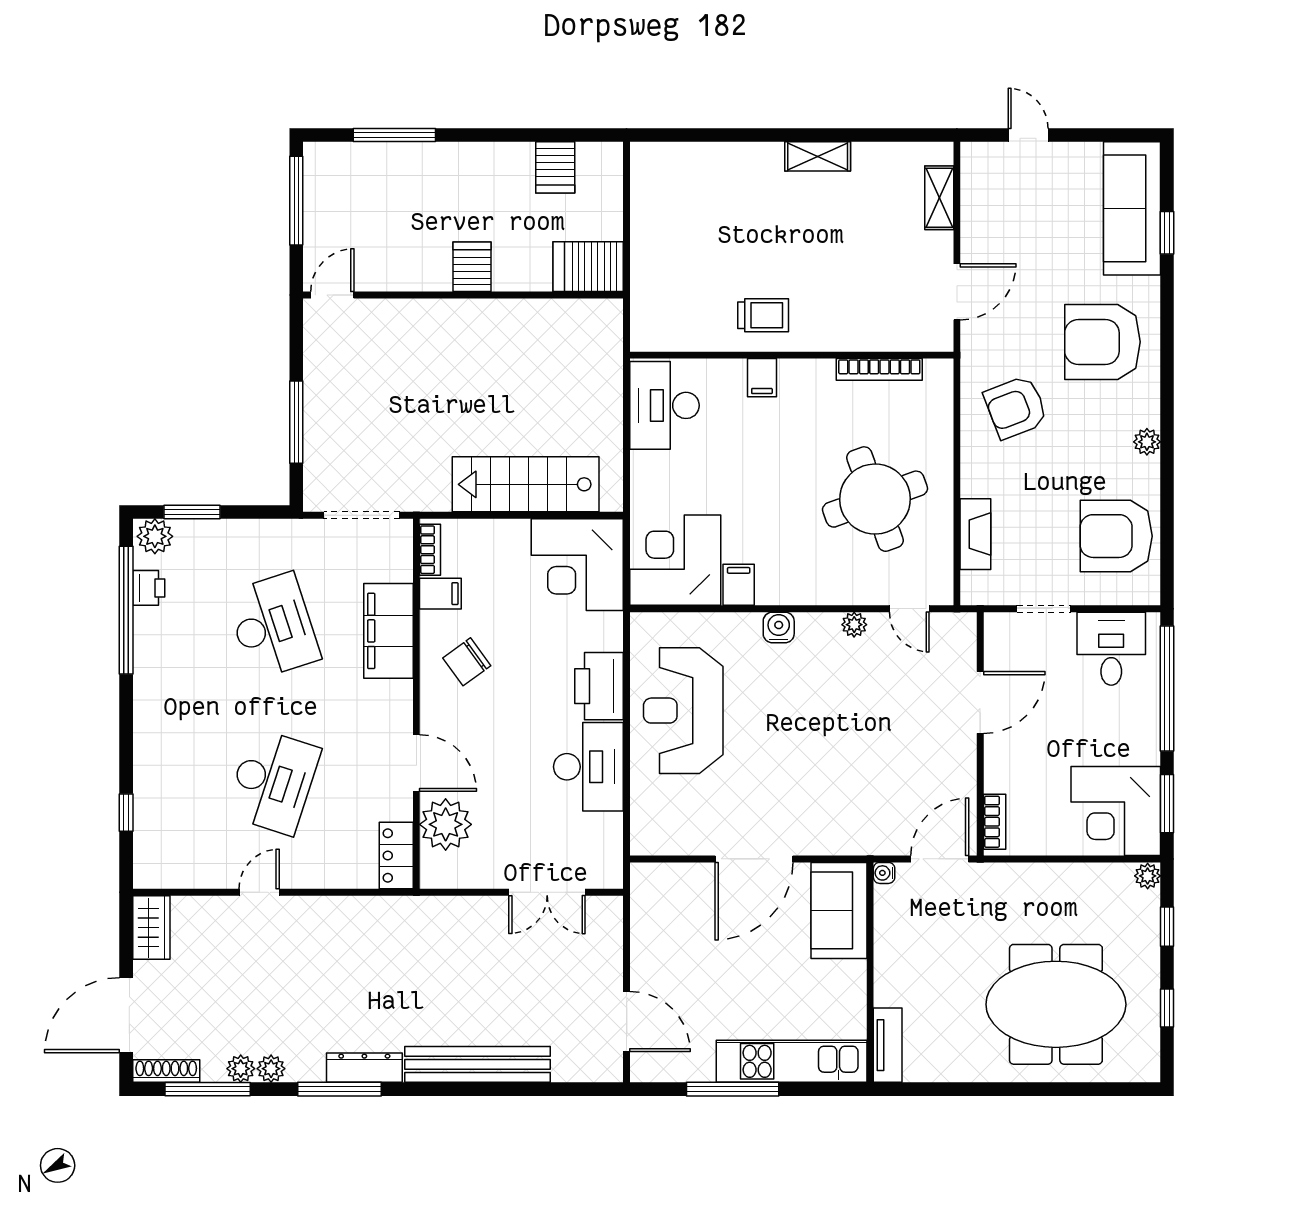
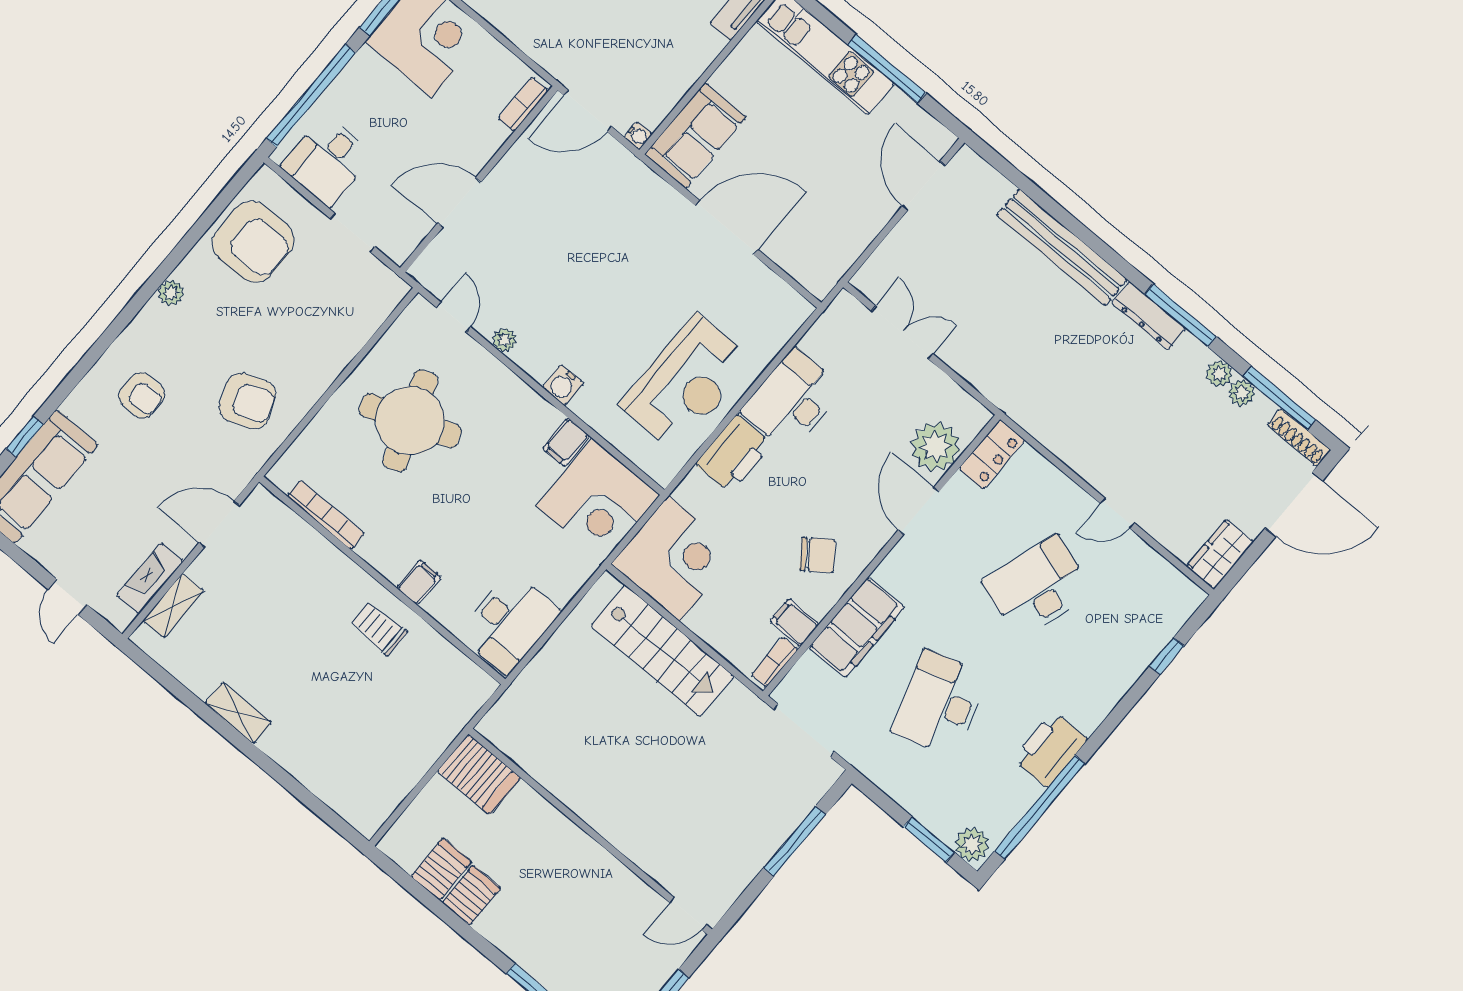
server rack: (472, 267) -> (471, 895), moved, turned 180
armchair: (1102, 342) -> (142, 395), width x0.53, depth x0.53
fireplace: (975, 534) -> (150, 578), moved
printer: (149, 588) -> (1050, 749), moved, width x1.87, depth x1.48

